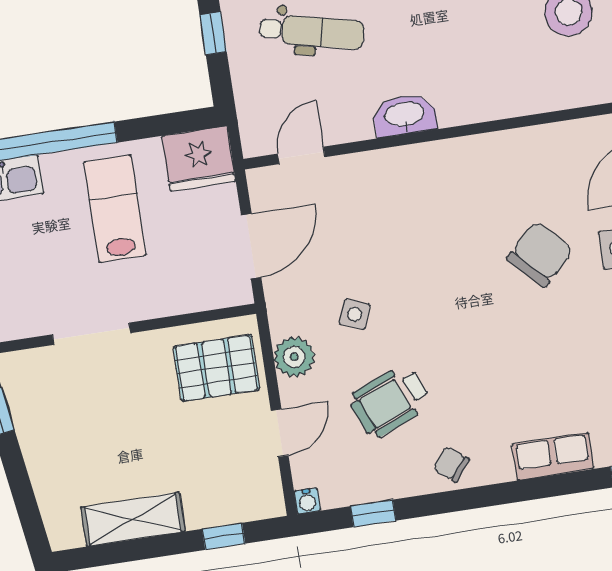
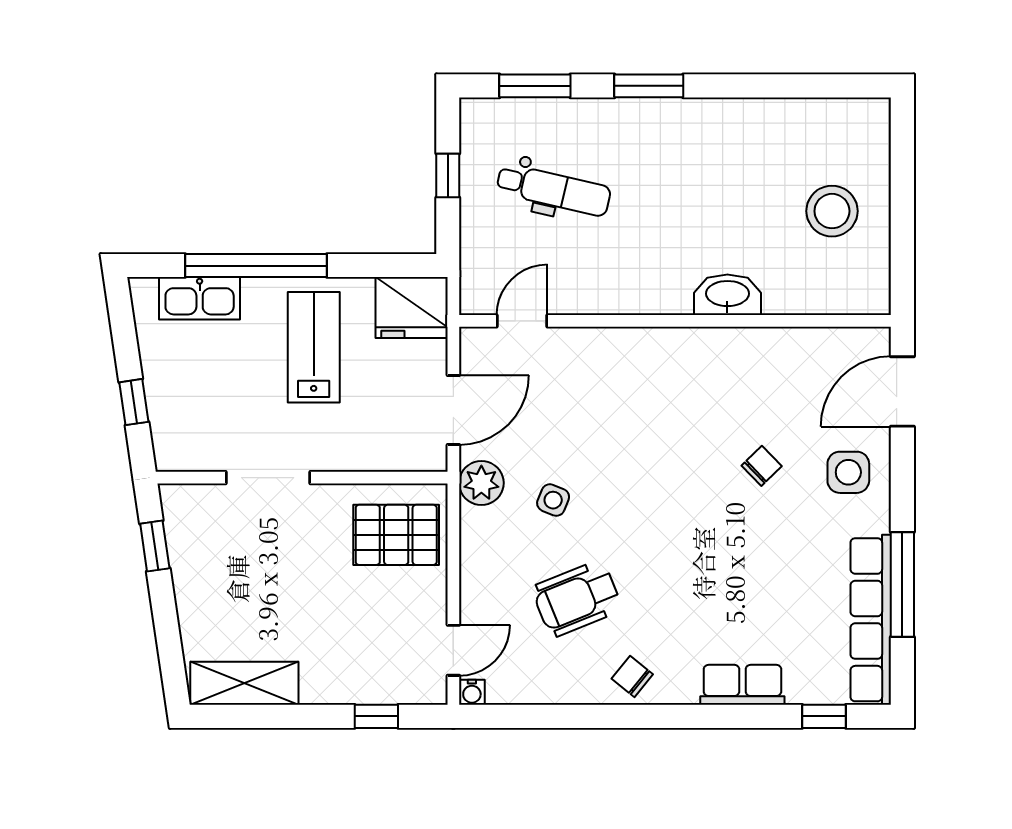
washbasin: (405, 115) -> (727, 295), moved
chair: (540, 254) -> (762, 466), width x0.54, depth x0.54
plant: (294, 357) -> (481, 483), moved
door: (280, 433) -> (453, 650), moved
window: (373, 513) -> (540, 716), removed
shelving: (133, 519) -> (244, 683), moved

